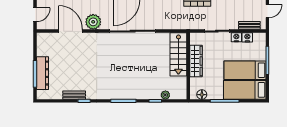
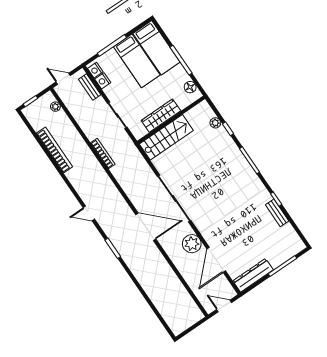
nightstand: (236, 37) -> (95, 70), moved
dresser: (42, 73) -> (253, 275), moved

